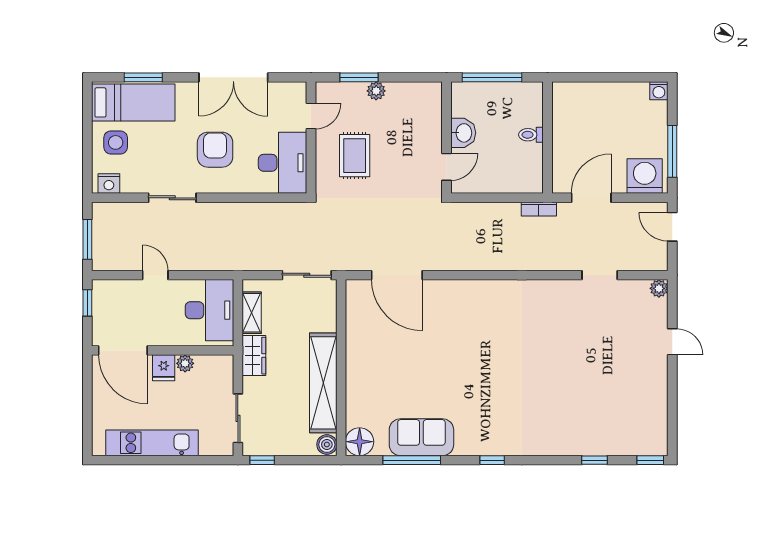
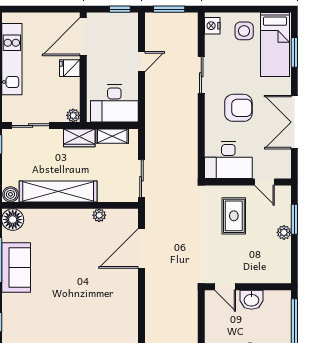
rug: (355, 156) -> (234, 216), turned 90
plant: (354, 330) -> (99, 215), added
plant: (185, 363) -> (73, 115), moved

